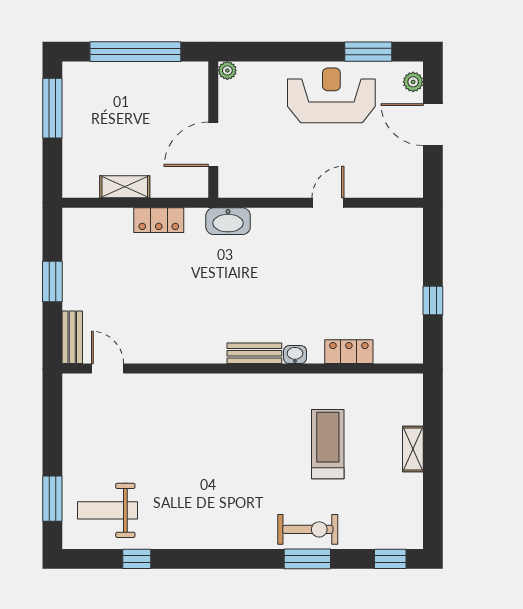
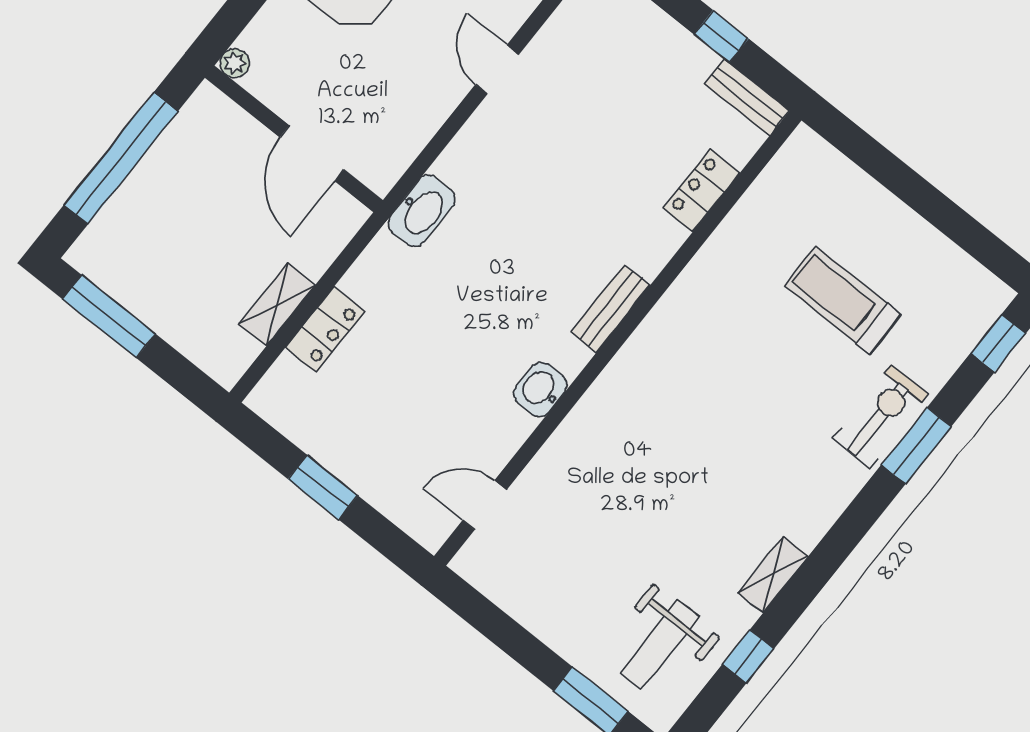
locker: (159, 220) -> (325, 329), moved
bench: (72, 337) -> (747, 97), moved
washbasin: (295, 355) -> (540, 389), moved, width x1.38, depth x1.45
treadmill: (328, 444) -> (842, 300), moved
shelving: (413, 449) -> (773, 574), moved, turned 90

